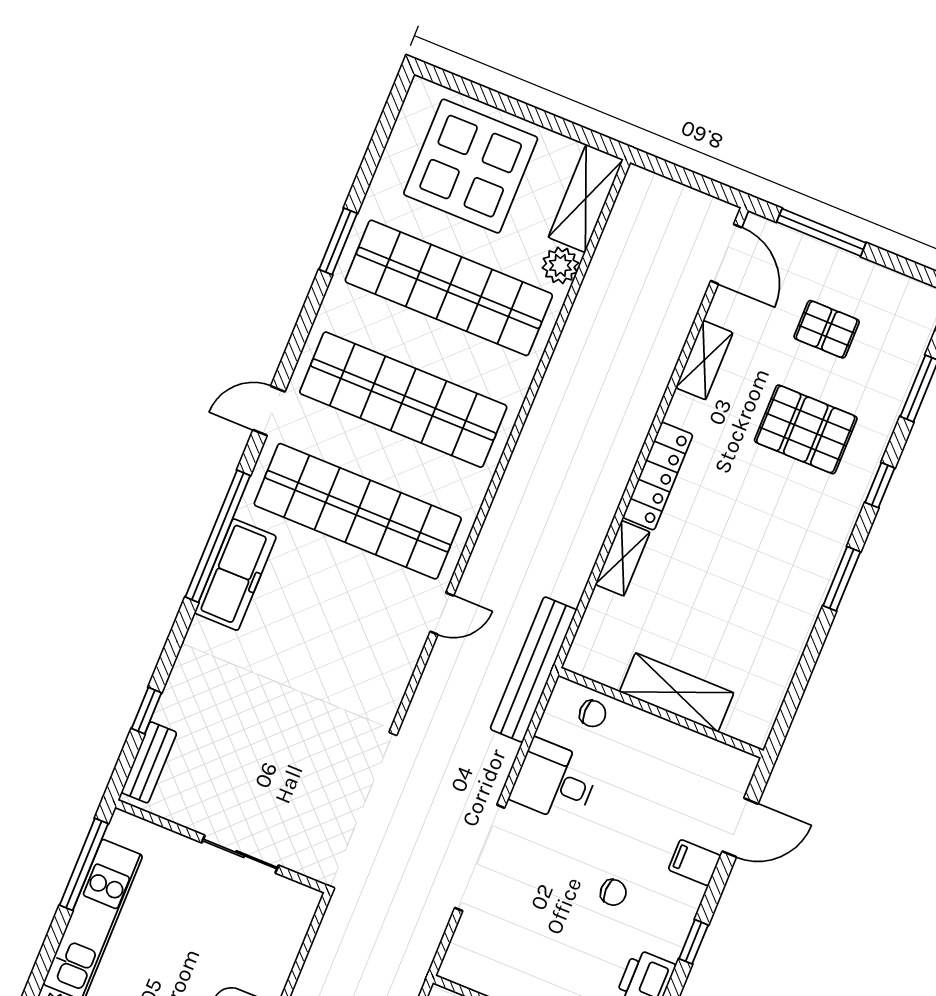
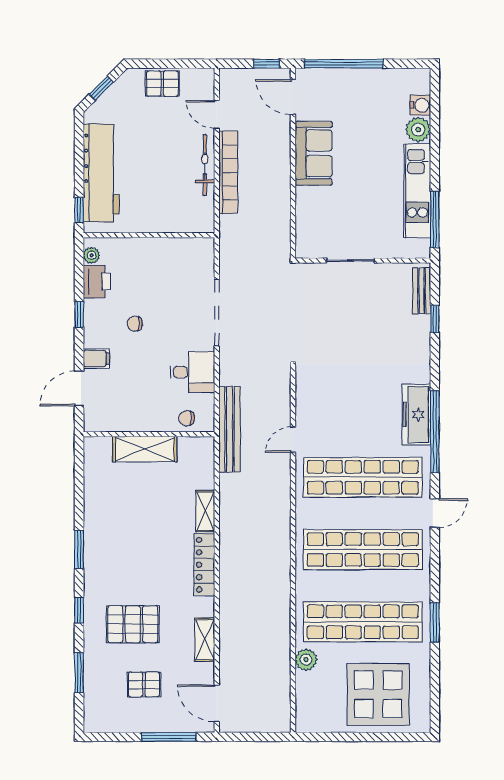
shelving: (586, 198) -> (307, 702), removed

